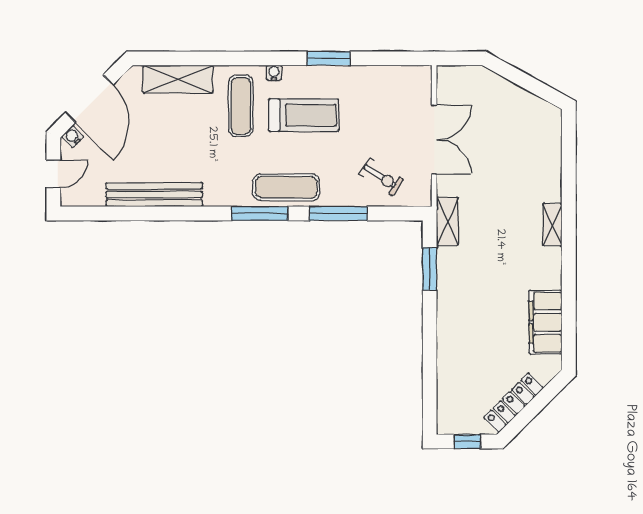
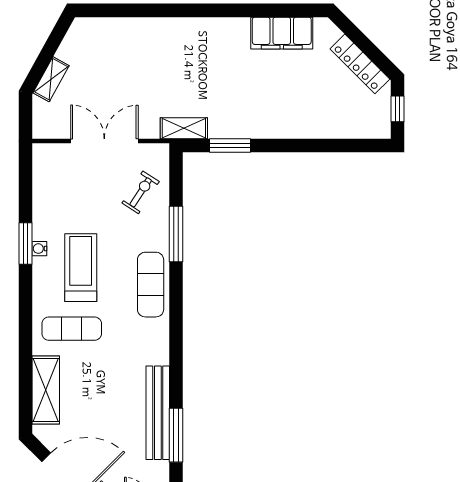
water cooler: (274, 73) -> (39, 249), moved
window: (260, 213) -> (176, 435), moved
shelving: (552, 225) -> (51, 79), moved, turned -61

